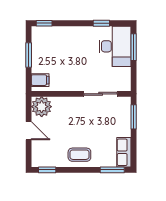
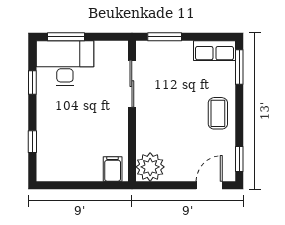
window: (44, 23) -> (32, 142), moved
window: (29, 55) -> (77, 185), removed
door: (29, 131) -> (209, 185), moved

